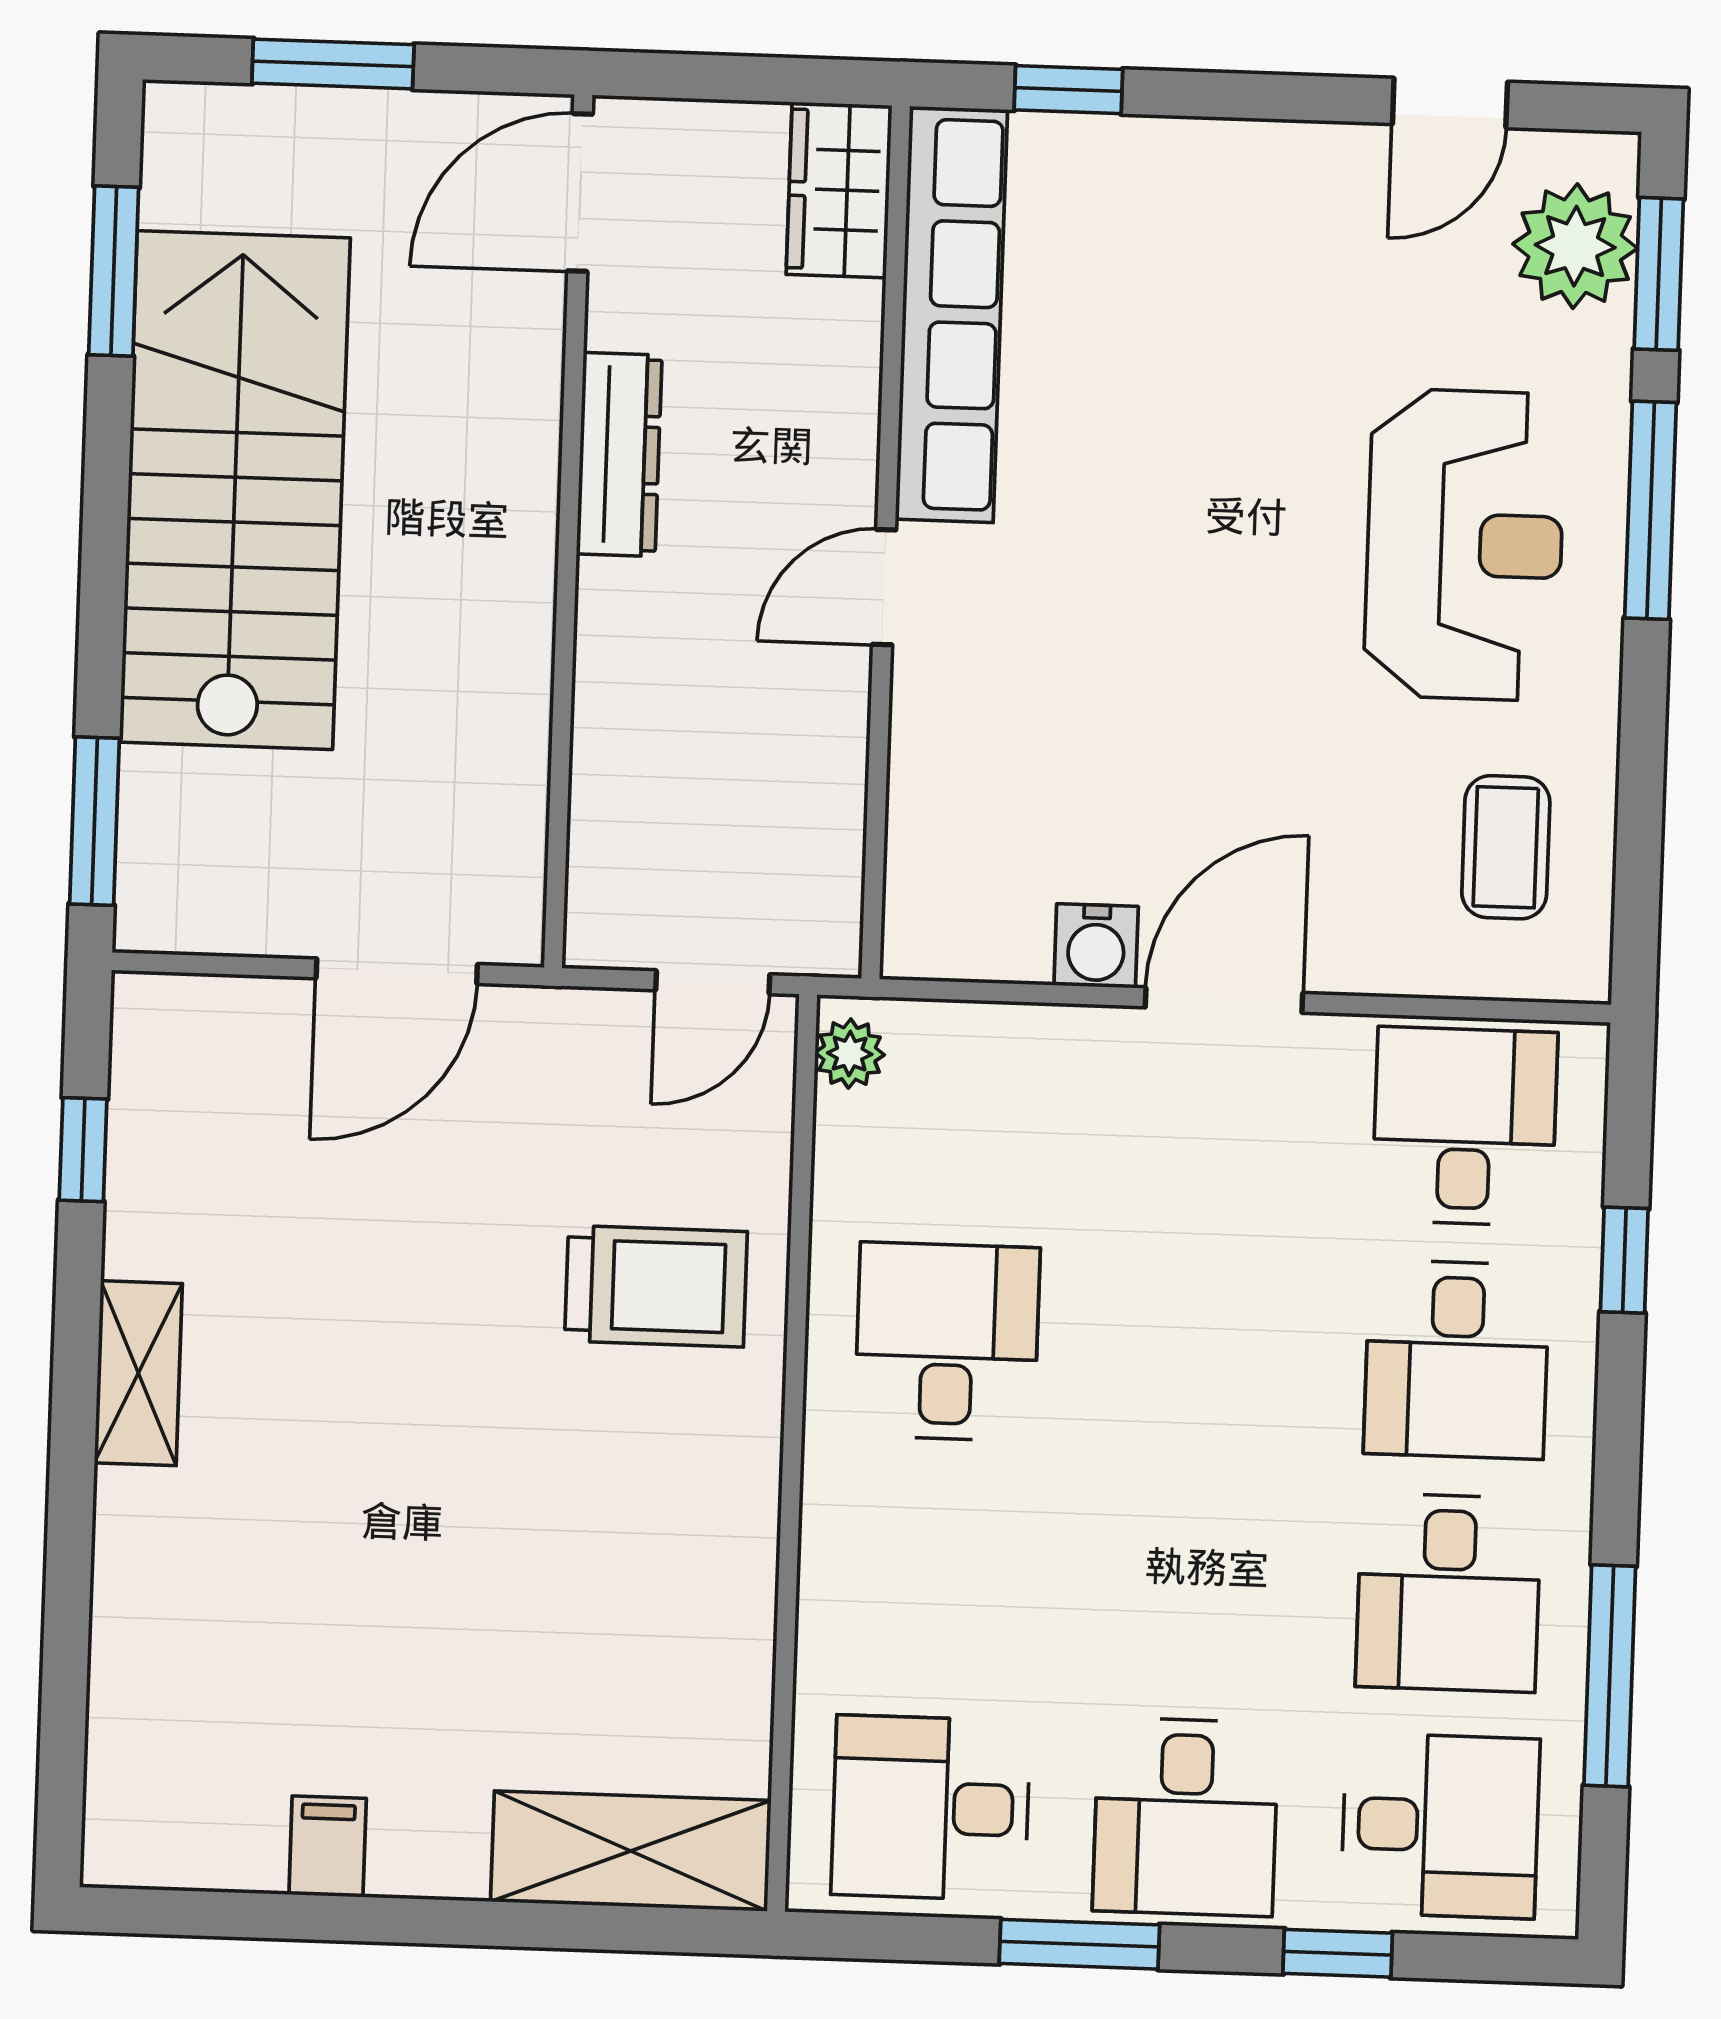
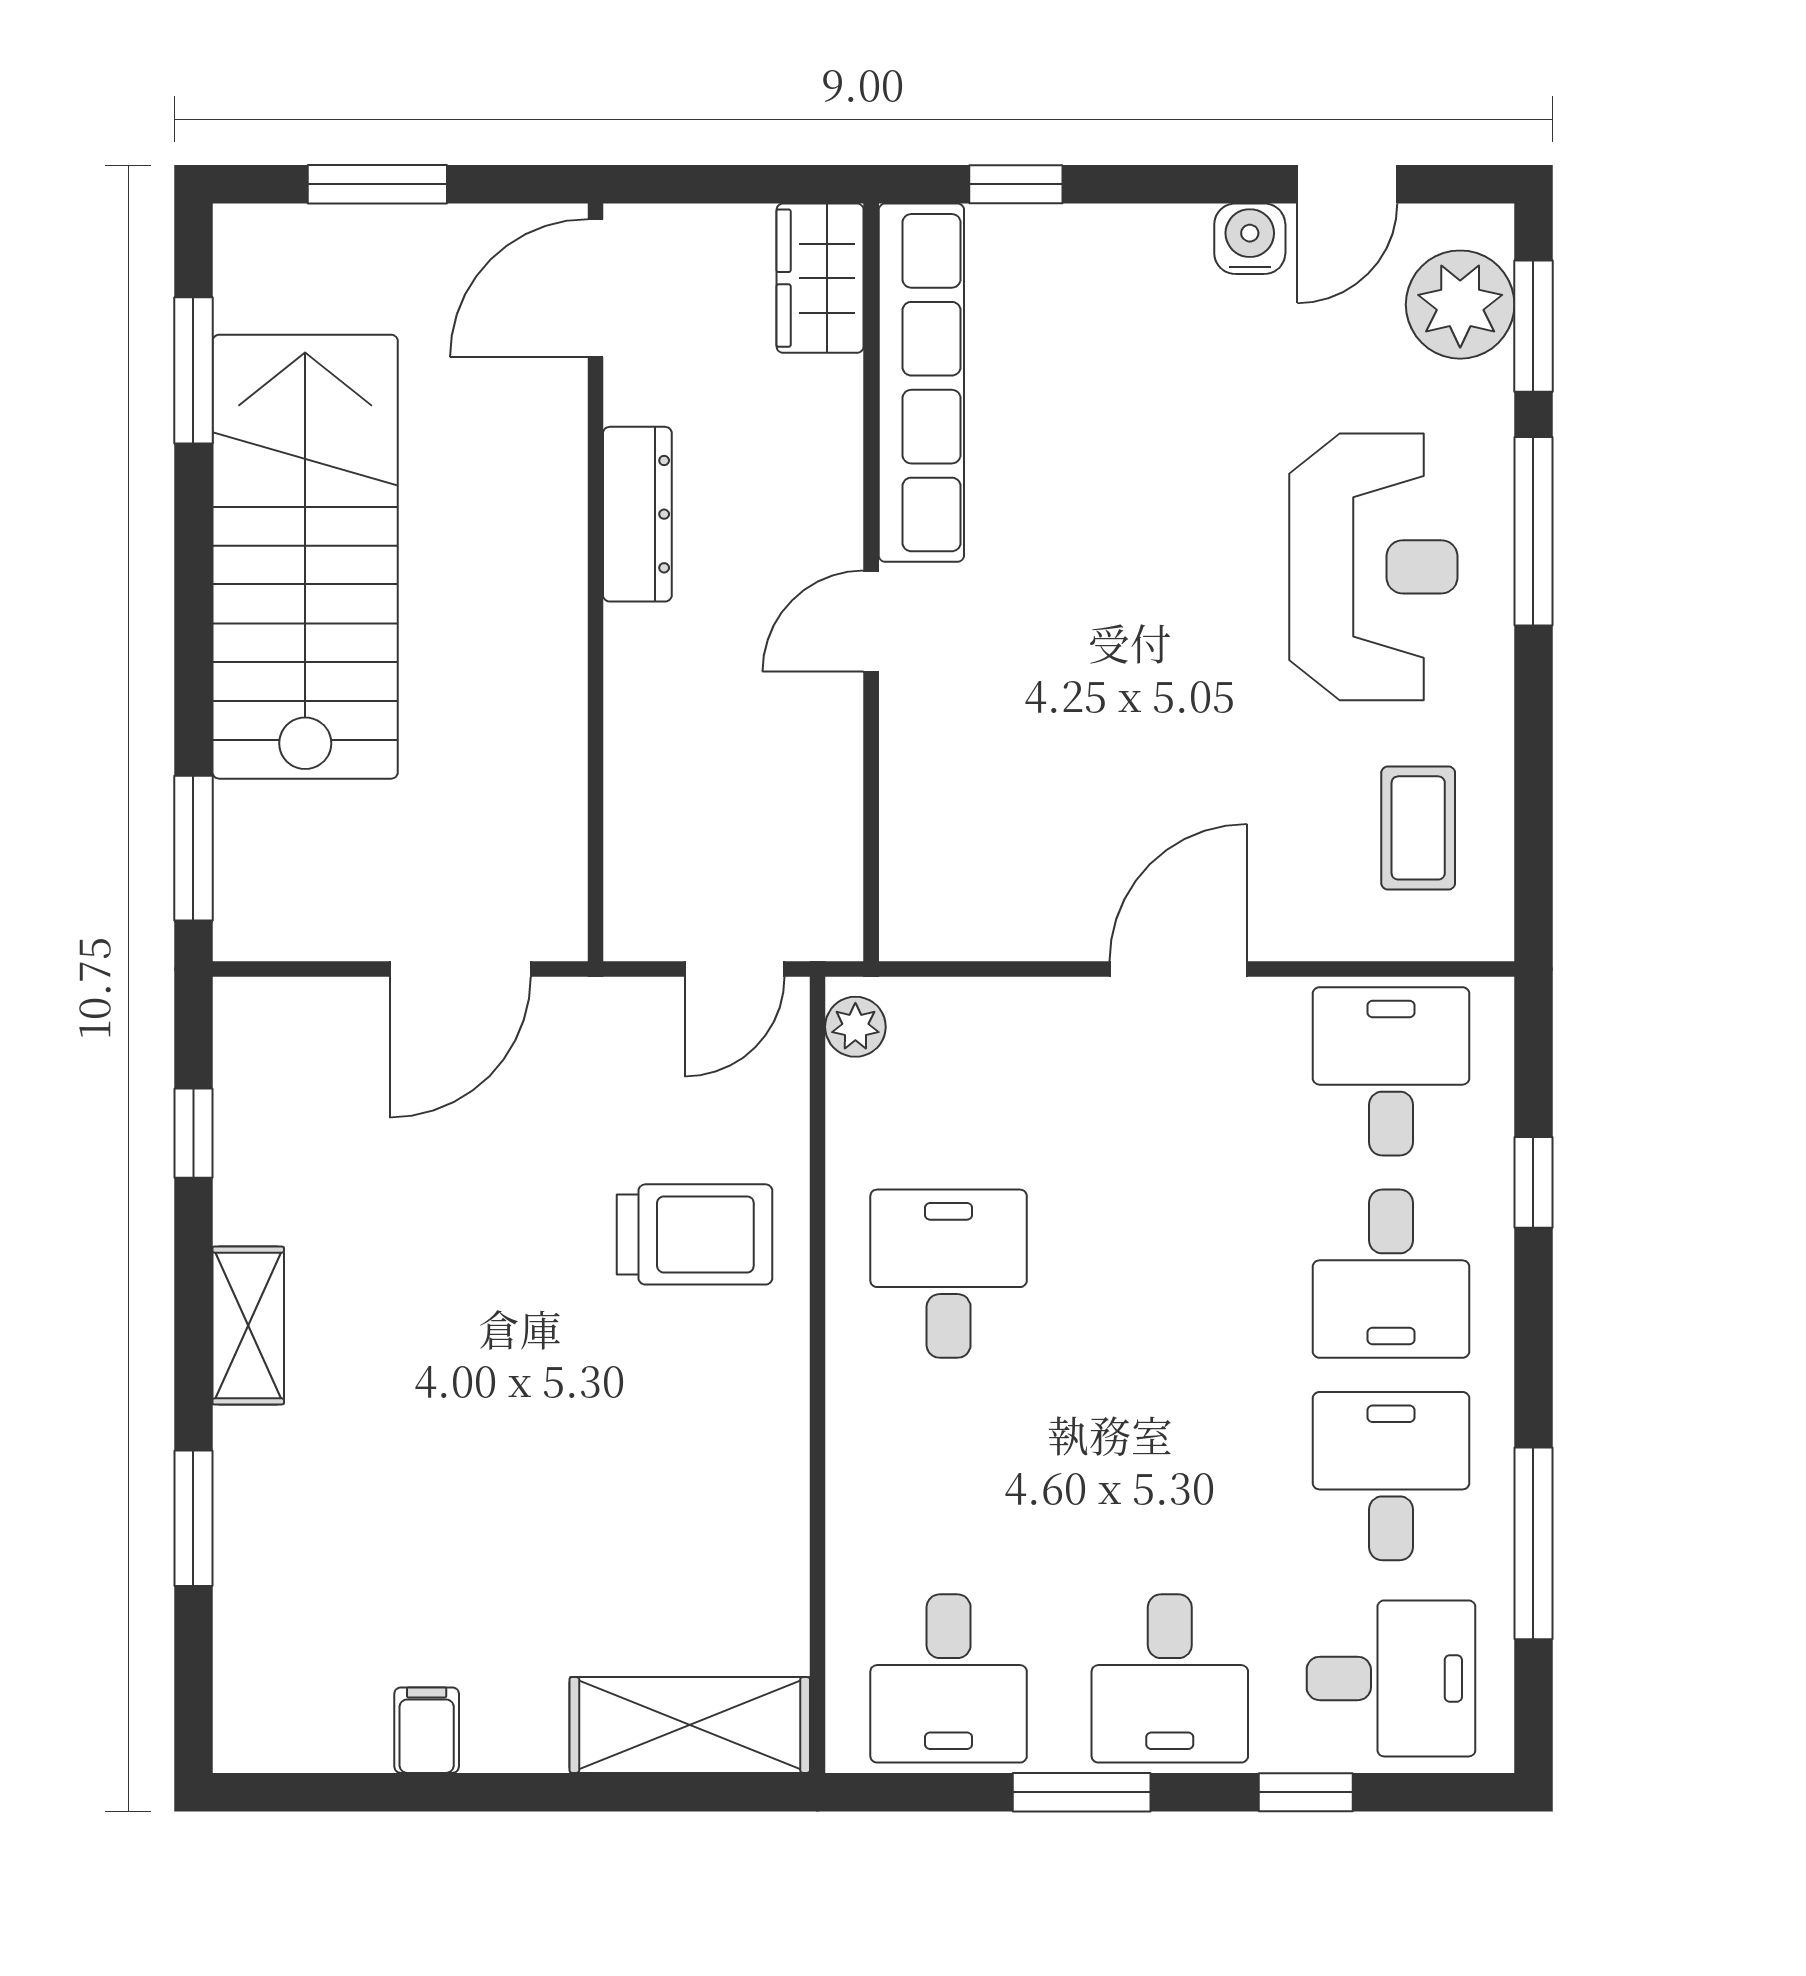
water cooler: (1096, 946) -> (1250, 239), moved, turned 180
window: (68, 1593) -> (193, 1518), added
desk: (1448, 1593) -> (1391, 1476), turned 180
desk: (931, 1808) -> (949, 1678), turned -90

